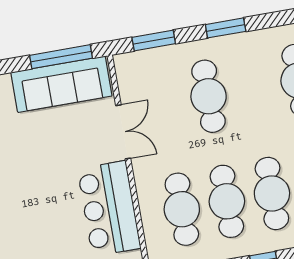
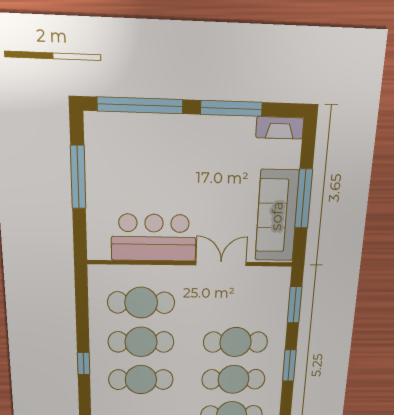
window: (61, 57) -> (304, 199), moved
cafe table: (254, 88) -> (233, 379), added
double door: (123, 132) -> (221, 264), swing flipped

